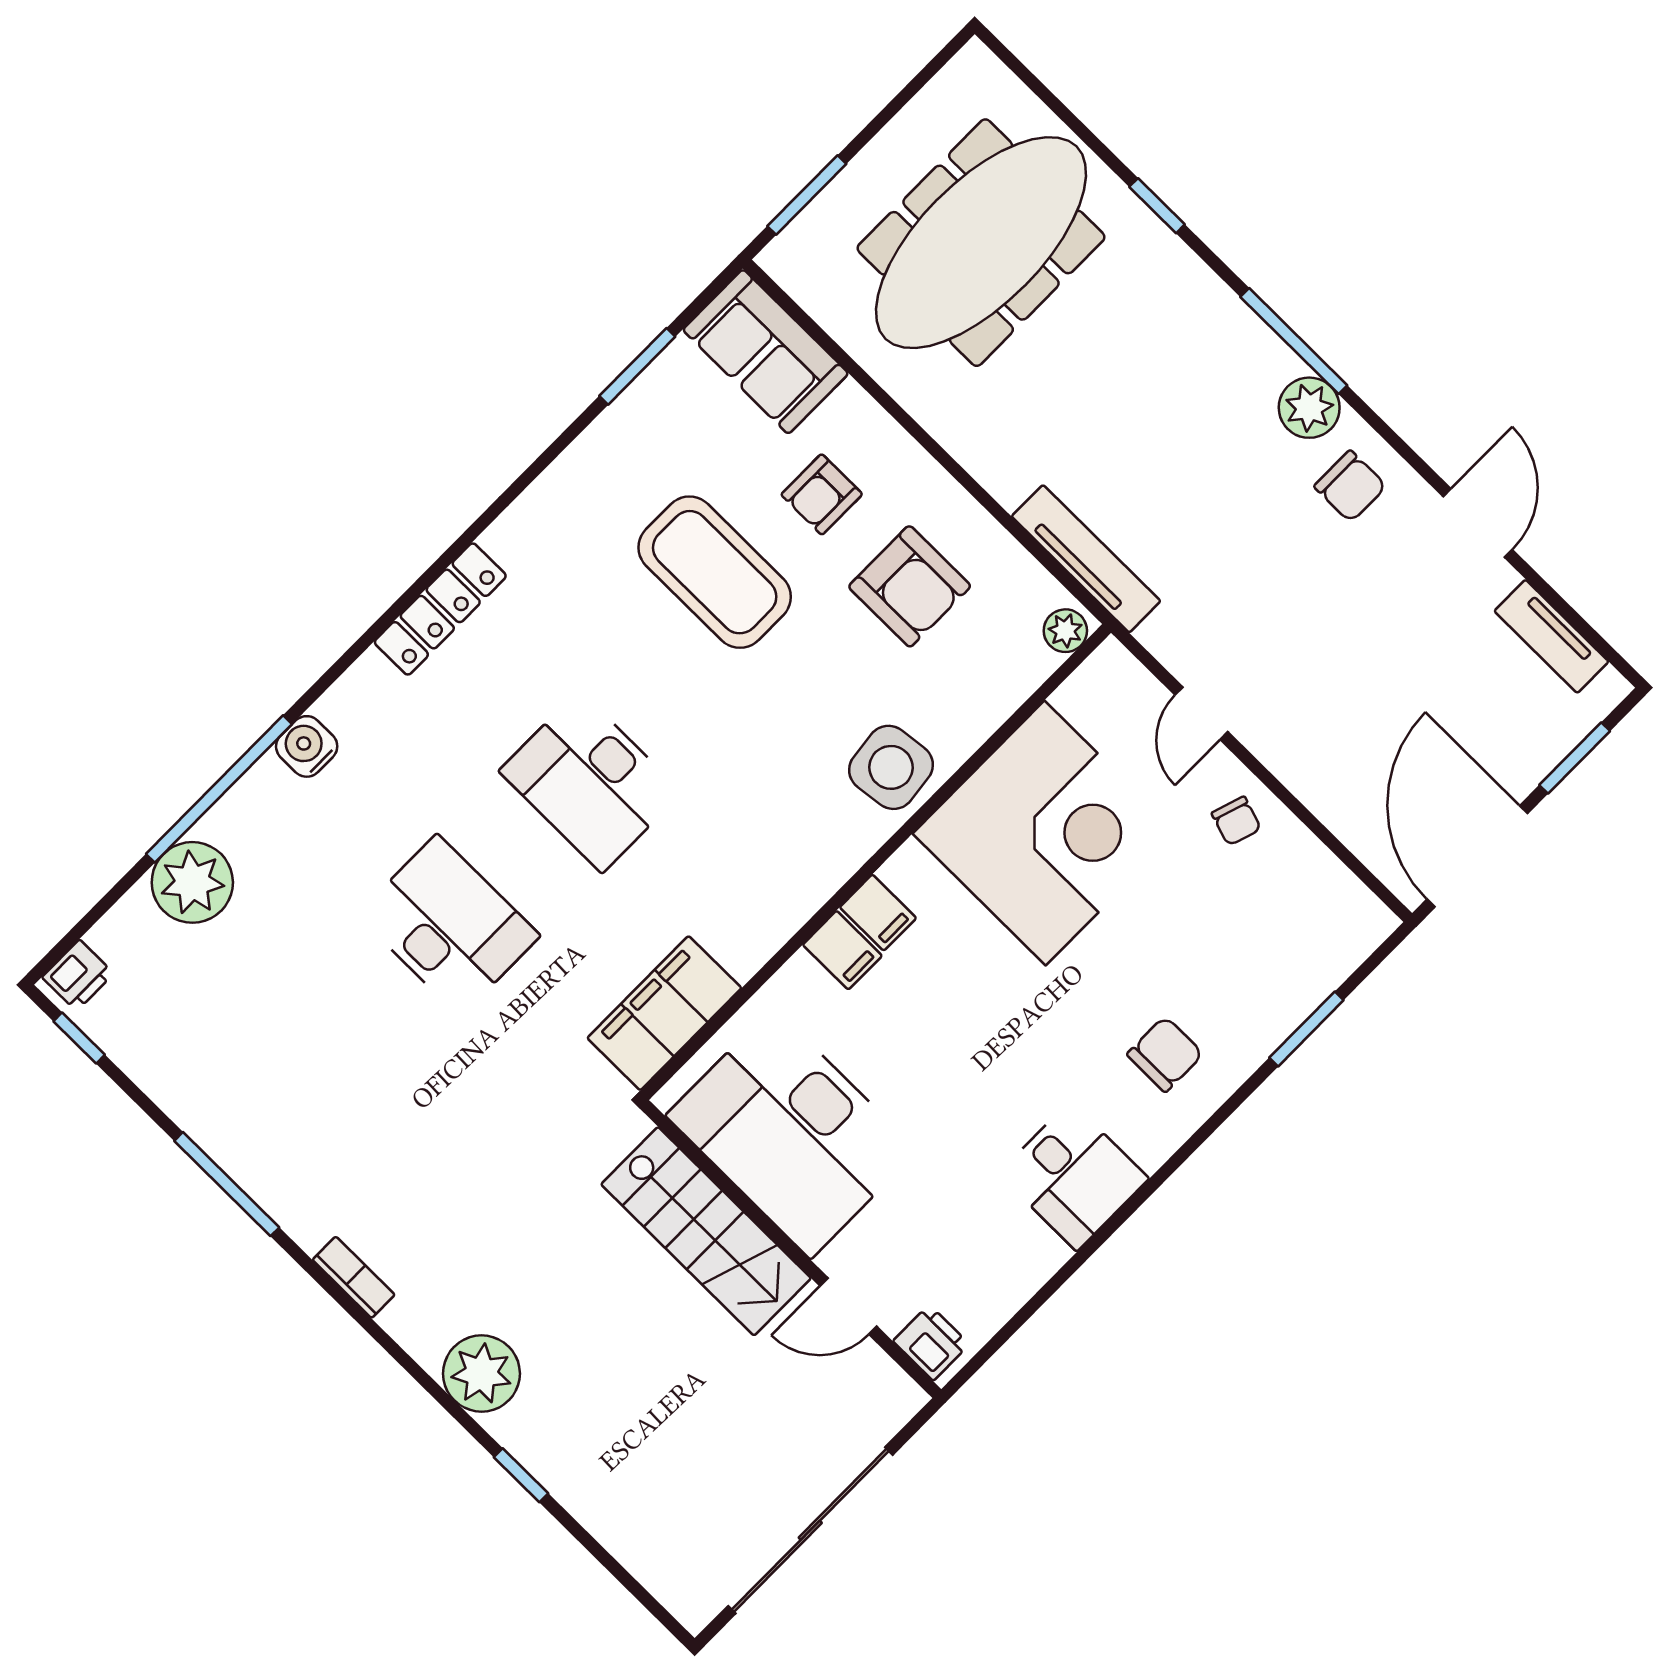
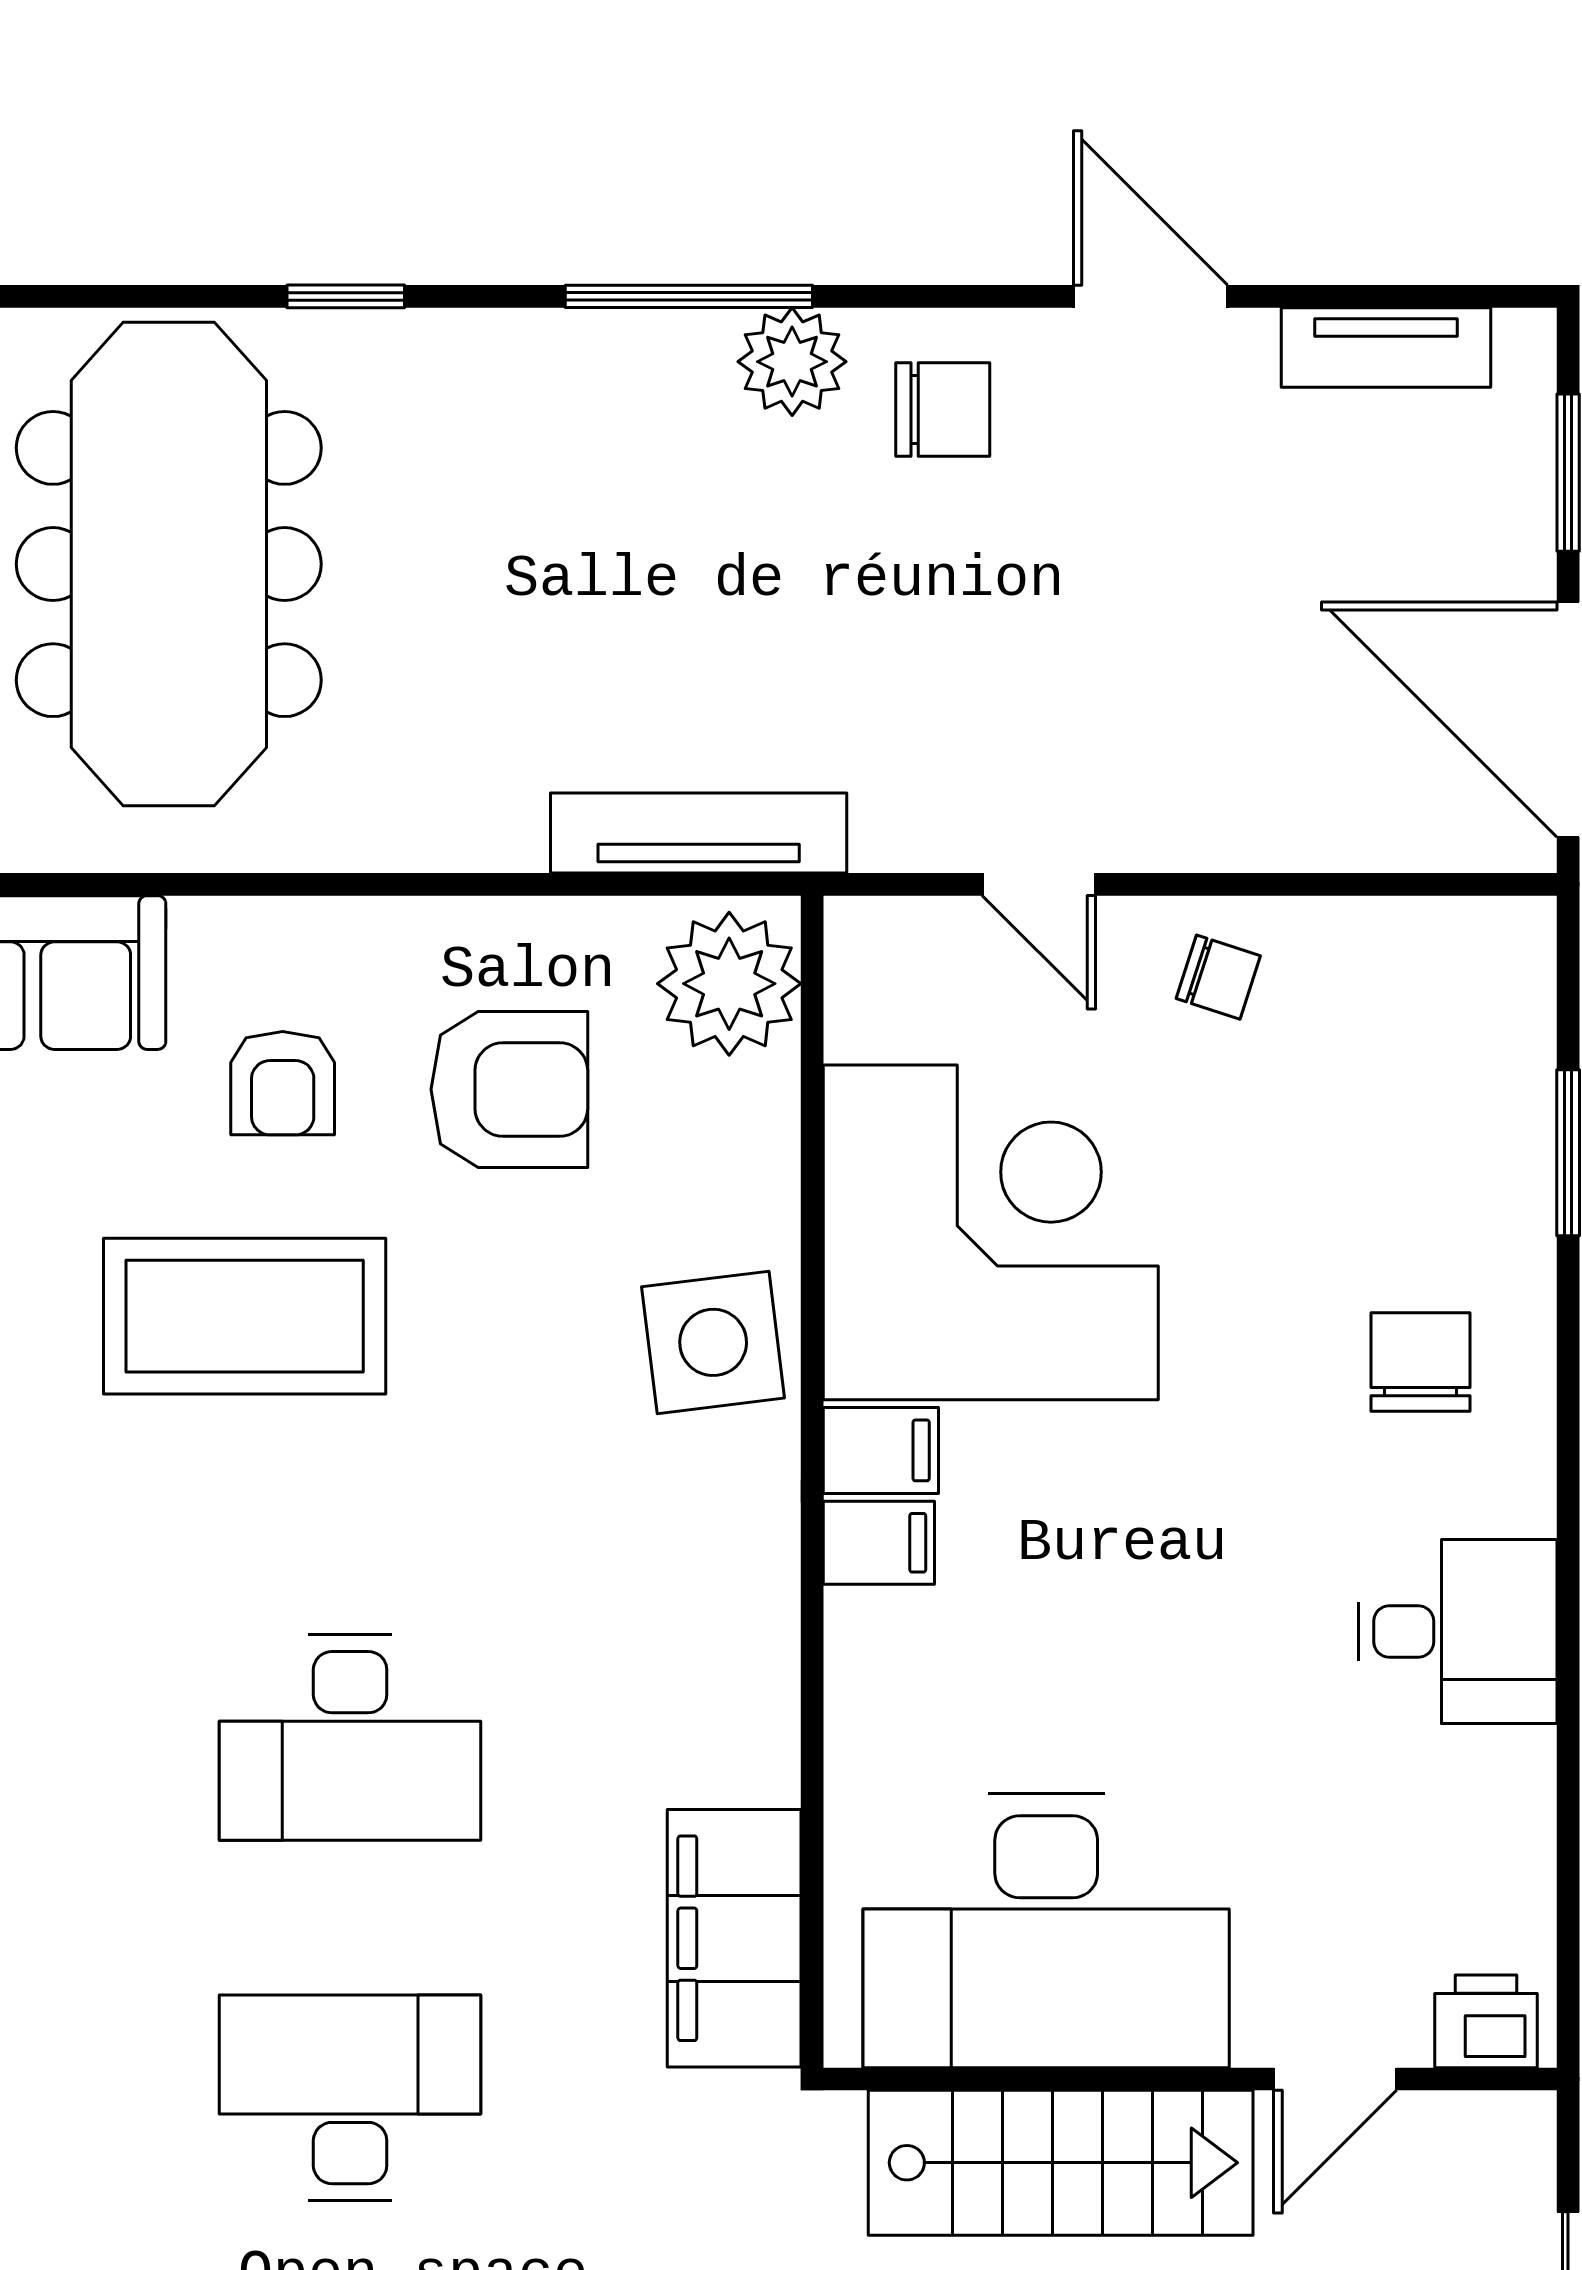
plant: (1065, 631) -> (729, 984), width x1.87, depth x1.87
filing cabinet: (842, 950) -> (881, 1450), moved

